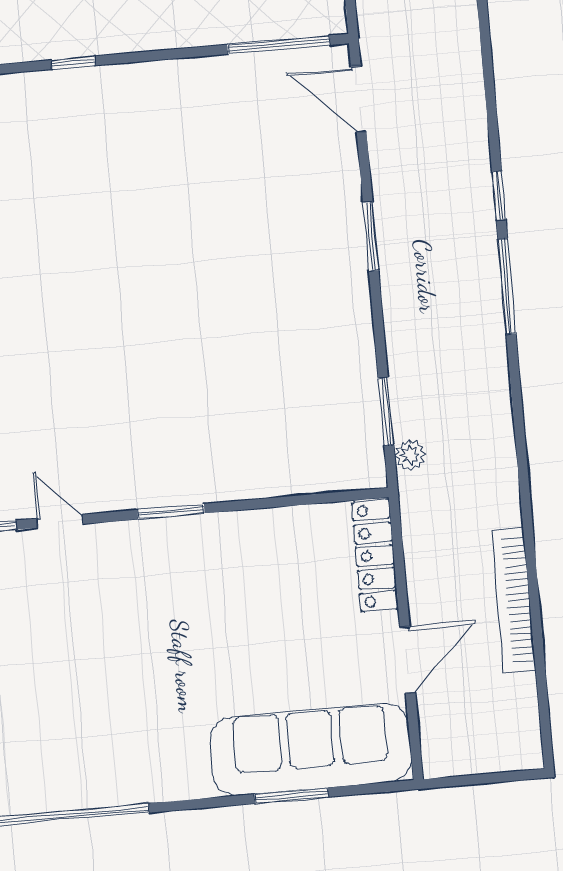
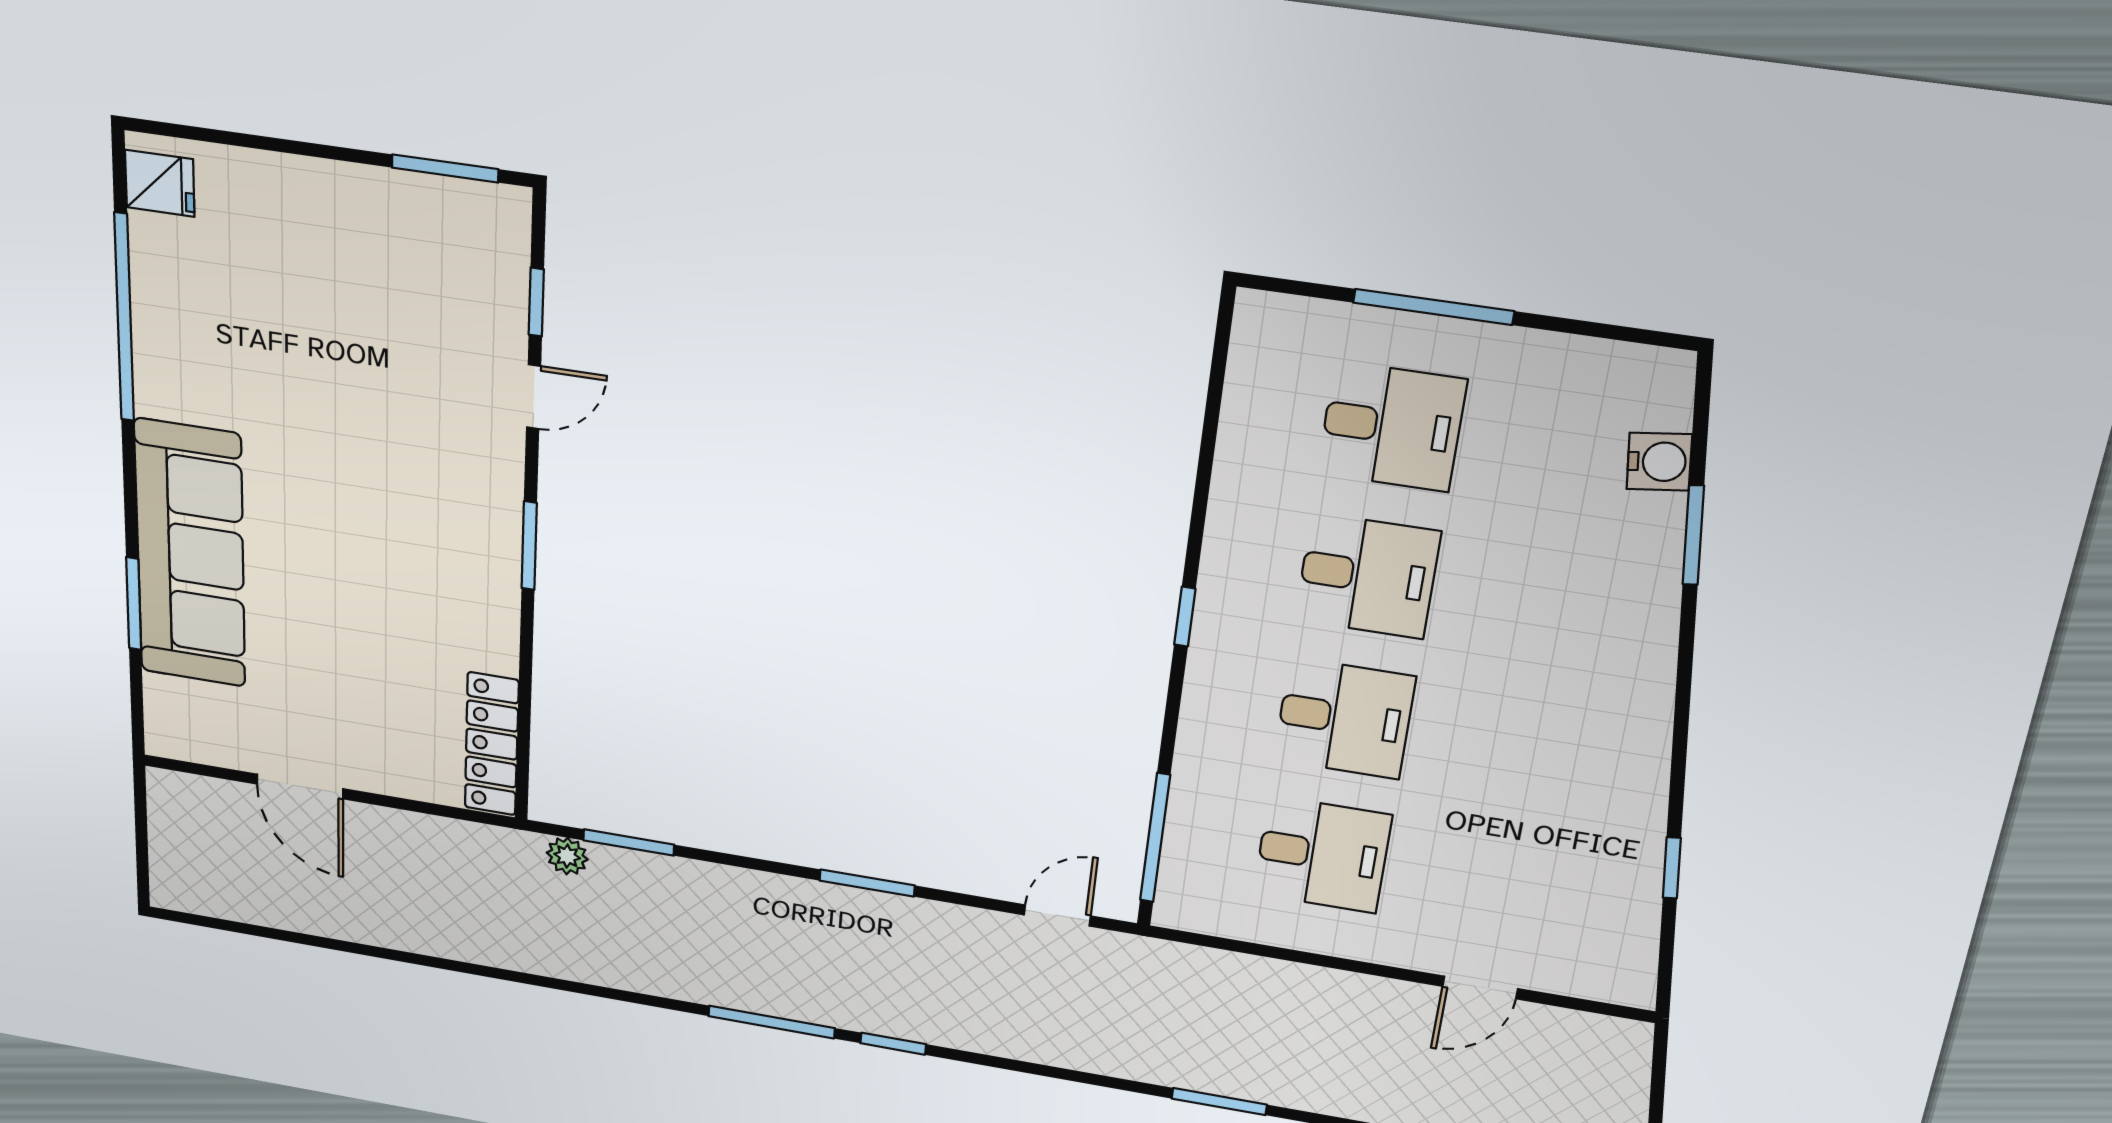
window: (73, 63) -> (1185, 617), moved
door: (359, 99) -> (1057, 915), width x0.73
locker: (375, 556) -> (492, 744), moved, turned -90
bookcase: (513, 600) -> (365, 926), removed
sofa: (311, 749) -> (190, 554), moved

